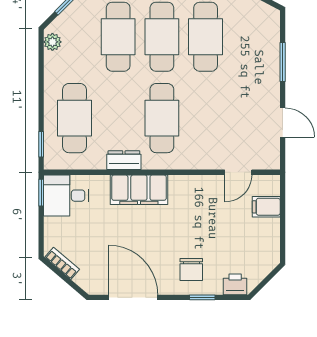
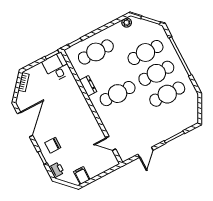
filing cabinet: (139, 190) -> (78, 101), removed
filing cabinet: (266, 207) -> (82, 176), moved

